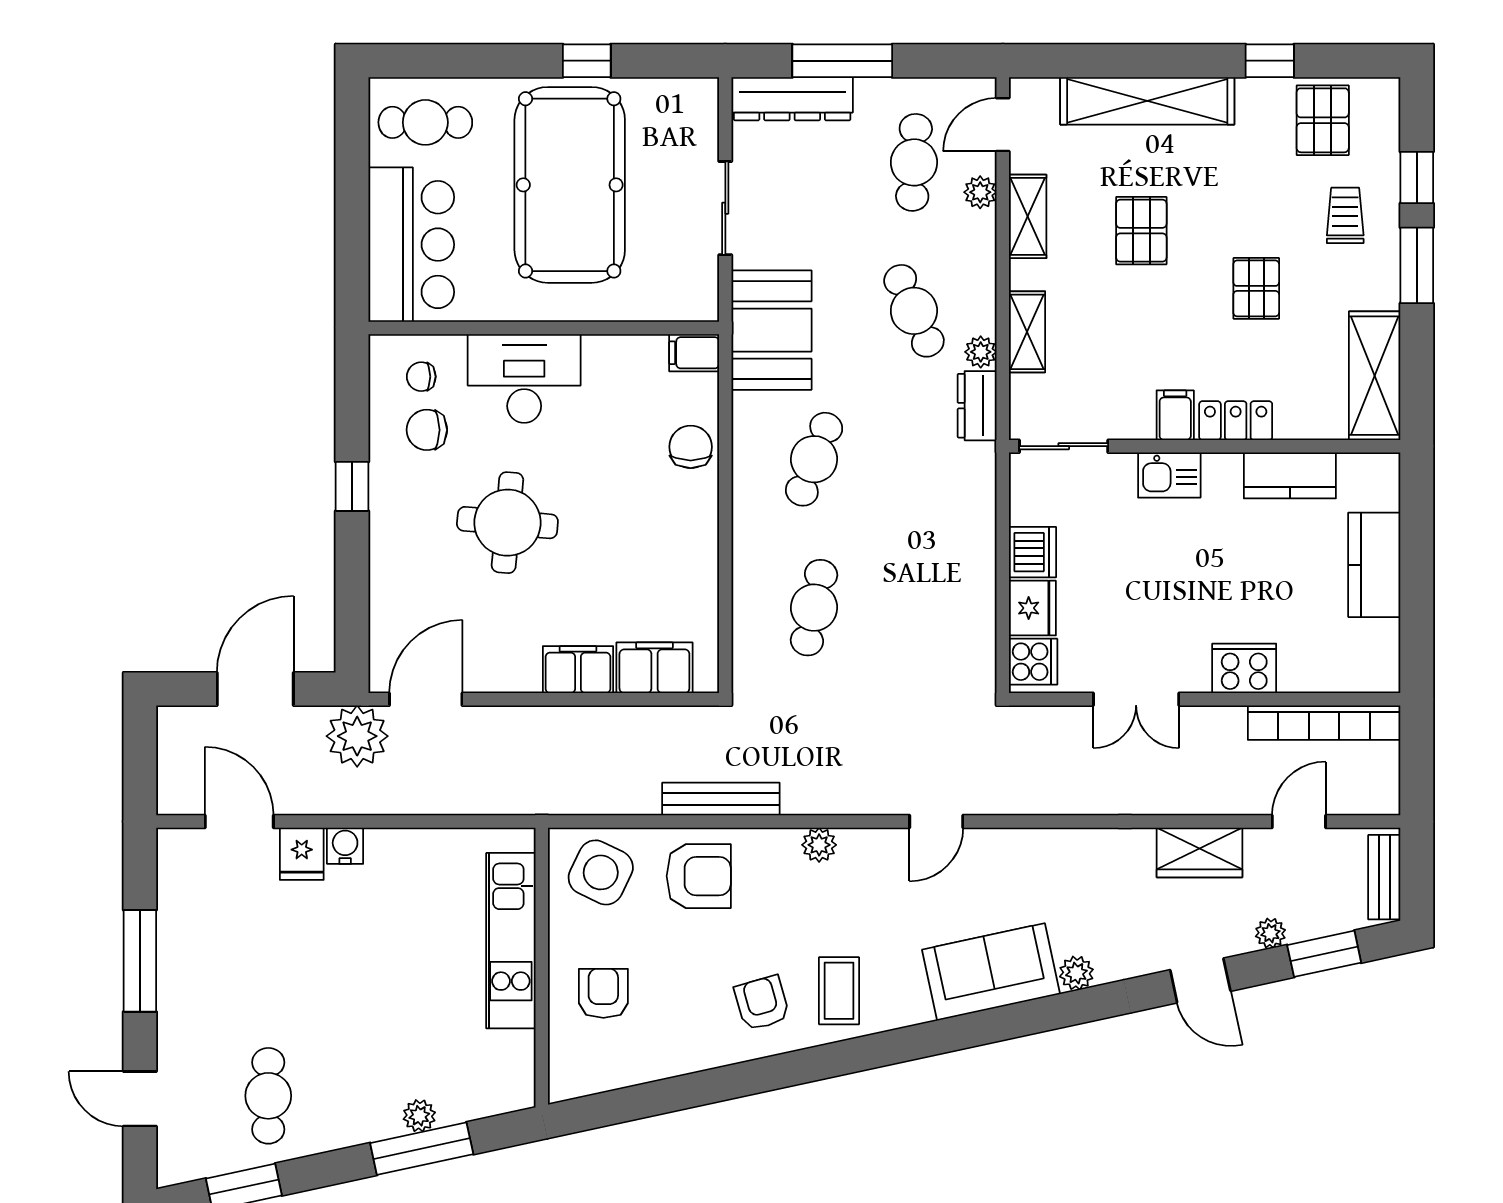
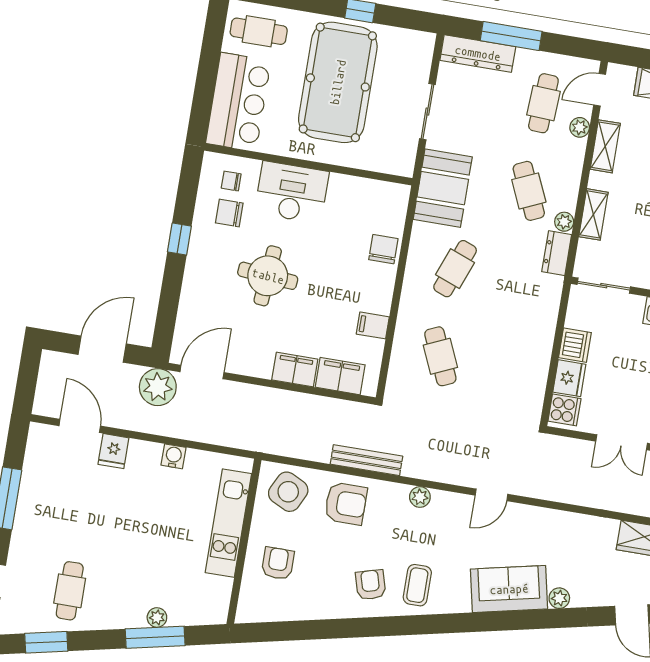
filing cabinet: (694, 353) -> (373, 325), moved
cafe table: (814, 608) -> (440, 356), turned -36
water cooler: (345, 846) -> (174, 456), moved

